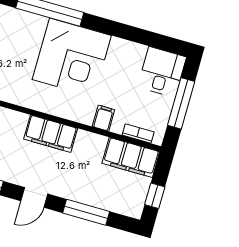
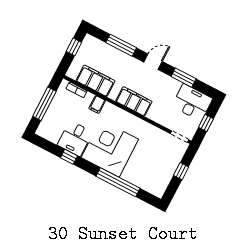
window: (129, 33) -> (69, 157), added
desk: (162, 72) -> (75, 138), moved
filing cabinet: (131, 157) -> (96, 81), moved

